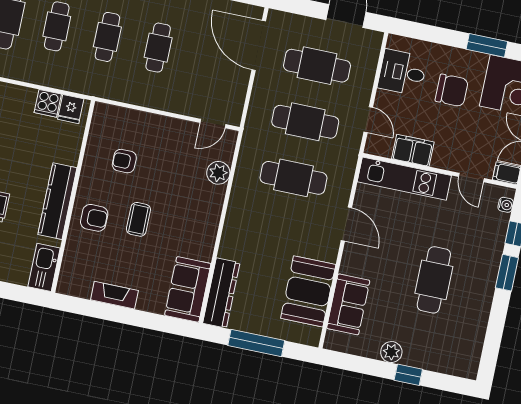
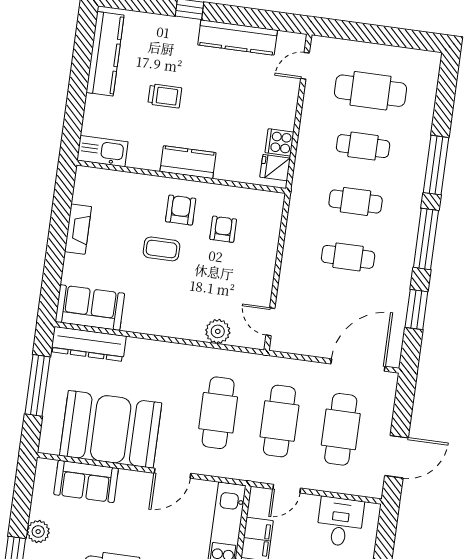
kitchen counter: (57, 201) -> (188, 162), width x0.67
armchair: (94, 218) -> (181, 210), moved, turned 180
booth: (308, 291) -> (111, 429), width x1.36, depth x1.42

